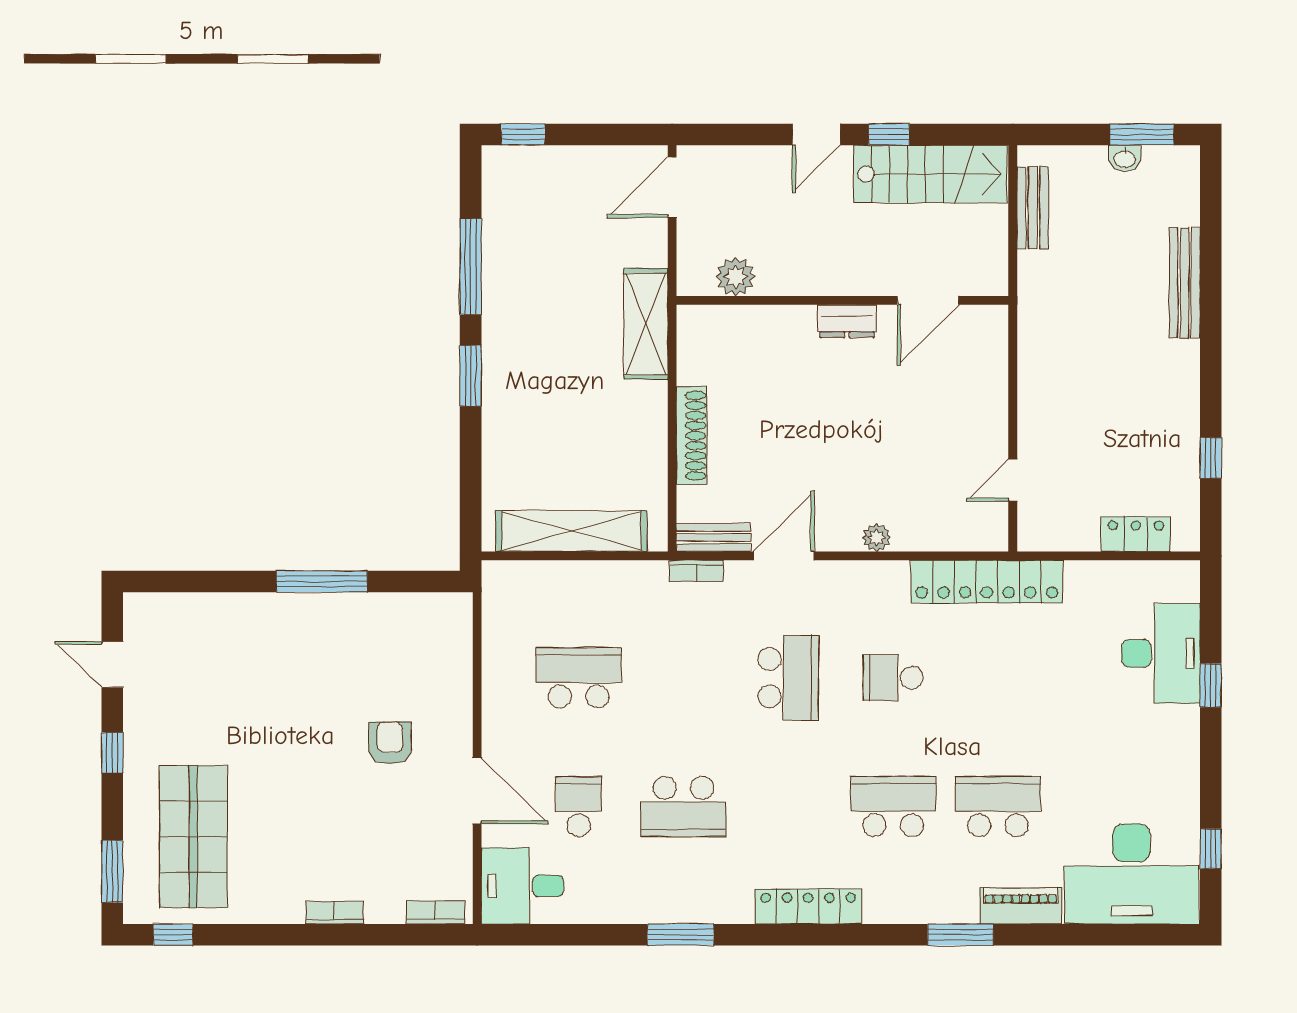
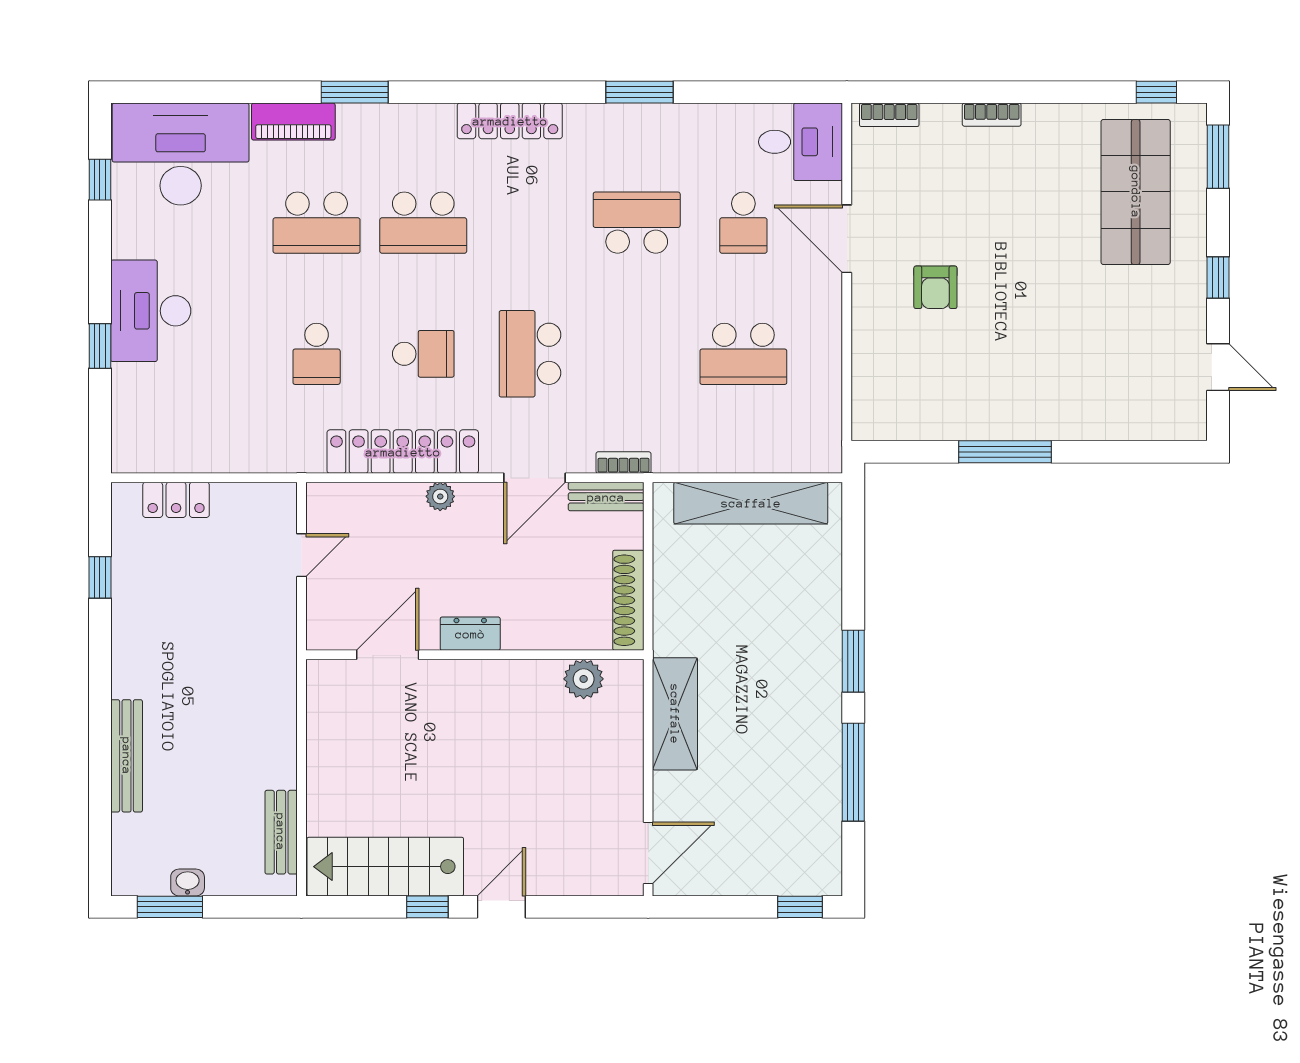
plant: (736, 277) -> (584, 679), moved
wall: (842, 300) -> (475, 655), moved
door: (928, 300) -> (388, 655), moved
dresser: (847, 321) -> (470, 634), moved
locker: (987, 582) -> (403, 452), moved
desk: (1161, 653) -> (151, 311), moved
school desk: (998, 678) -> (317, 354), added

